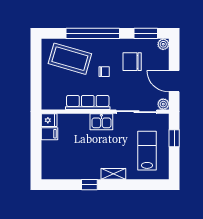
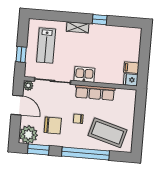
plant: (163, 44) -> (28, 135), width x1.88, depth x1.88

